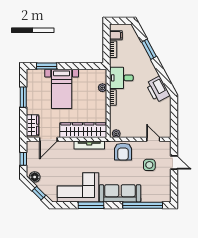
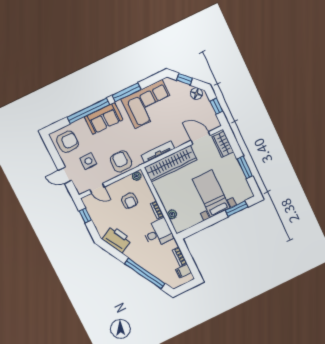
window: (149, 49) -> (145, 273), width x2.11
armchair: (132, 116) -> (130, 201), added
window: (174, 122) -> (85, 216), added
door: (48, 139) -> (201, 138), hinge flipped
armchair: (158, 189) -> (67, 142), added
sofa: (120, 193) -> (104, 118), width x0.73
window: (143, 205) -> (88, 111), moved

